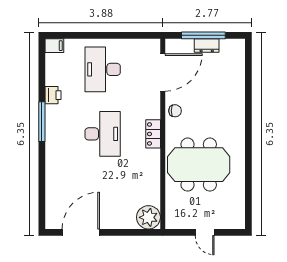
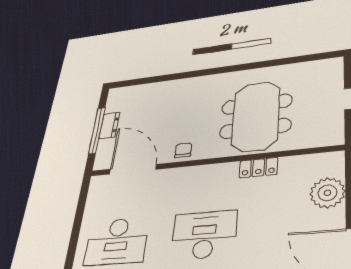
locker: (153, 134) -> (258, 168), moved
plant: (148, 217) -> (327, 193), moved

